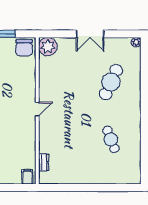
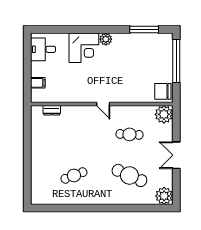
plant: (136, 42) -> (164, 196), width x1.88, depth x1.88
cafe table: (69, 82) -> (129, 134), added
filing cabinet: (27, 177) -> (38, 83), moved

